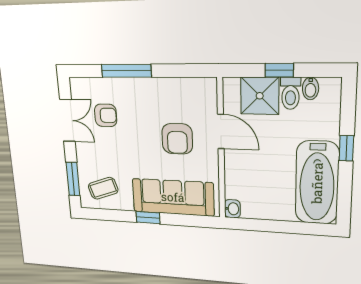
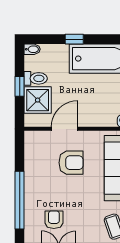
window: (126, 71) -> (20, 200), width x1.46
bidet: (310, 88) -> (32, 49), moved

